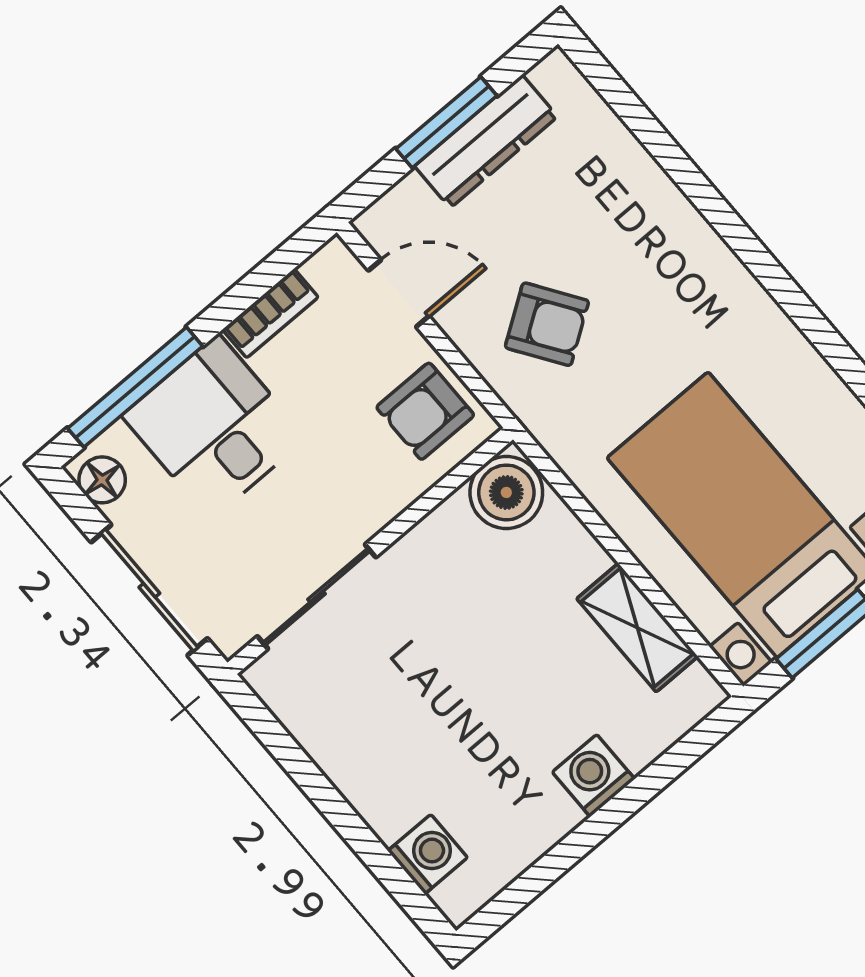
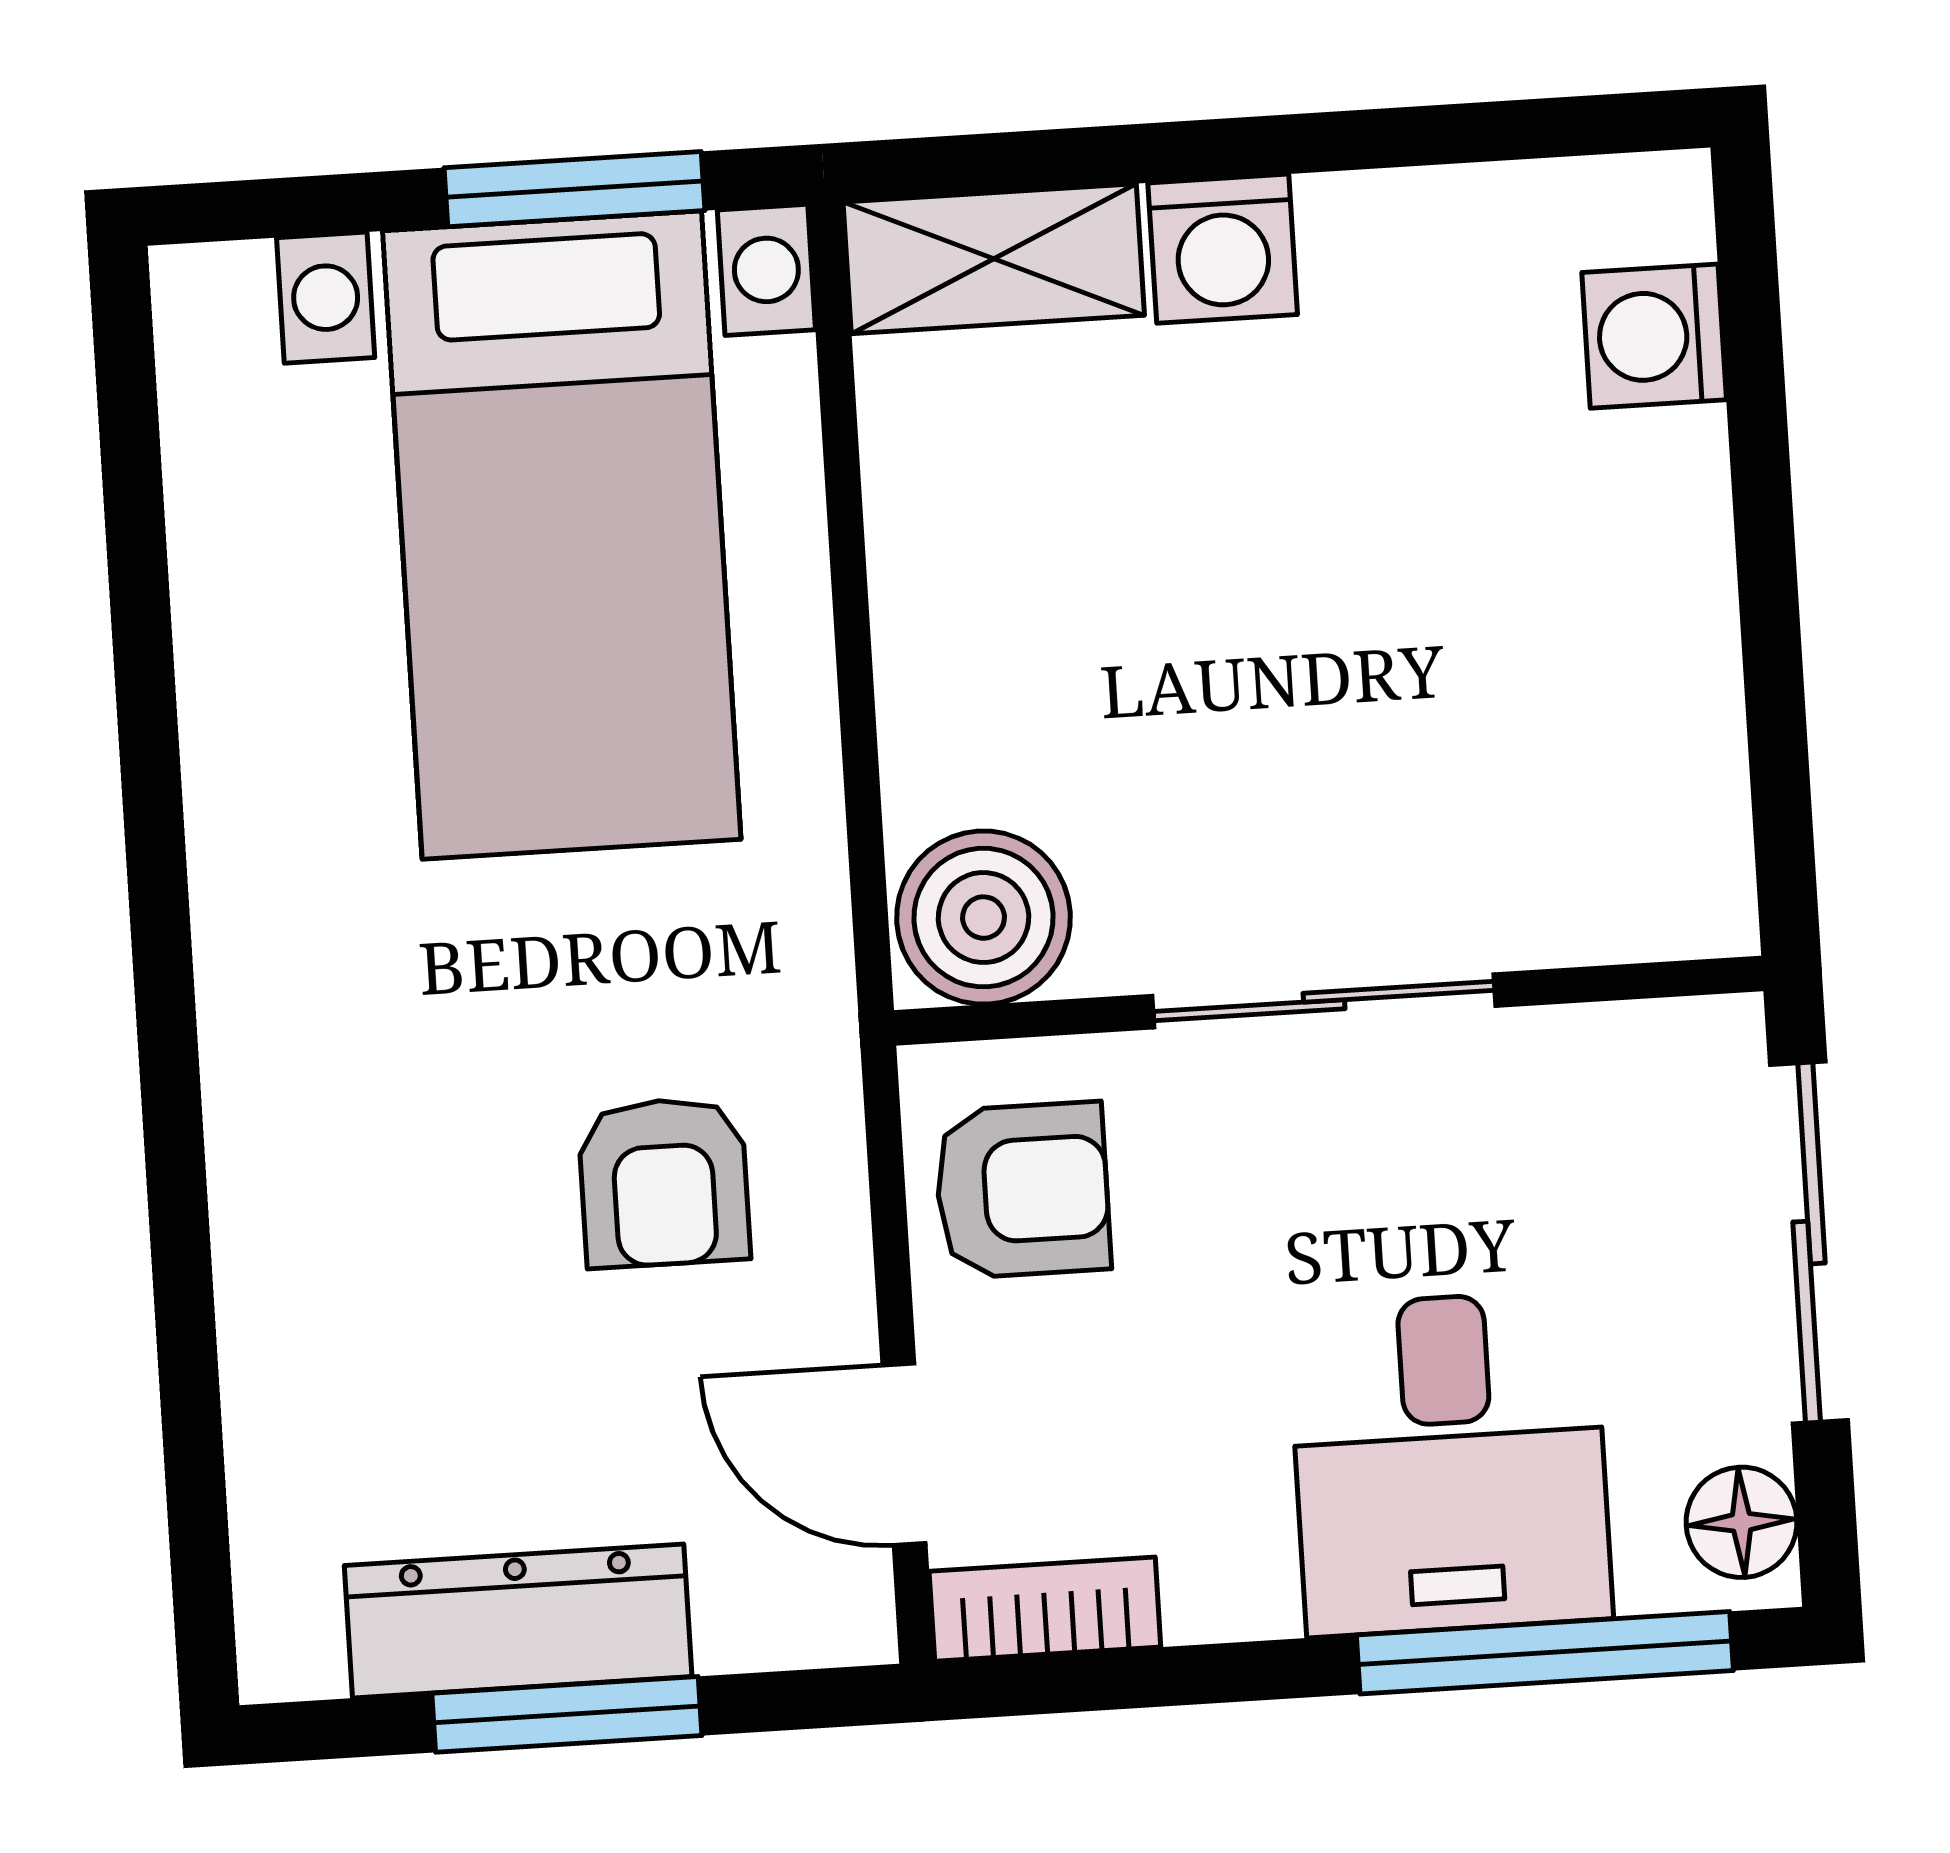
bookcase: (270, 313) -> (1045, 1609), moved
armchair: (547, 324) -> (664, 1182), turned -146
sliding door: (317, 597) -> (1324, 1001), moved
shelving: (637, 628) -> (994, 259), moved, turned 90

